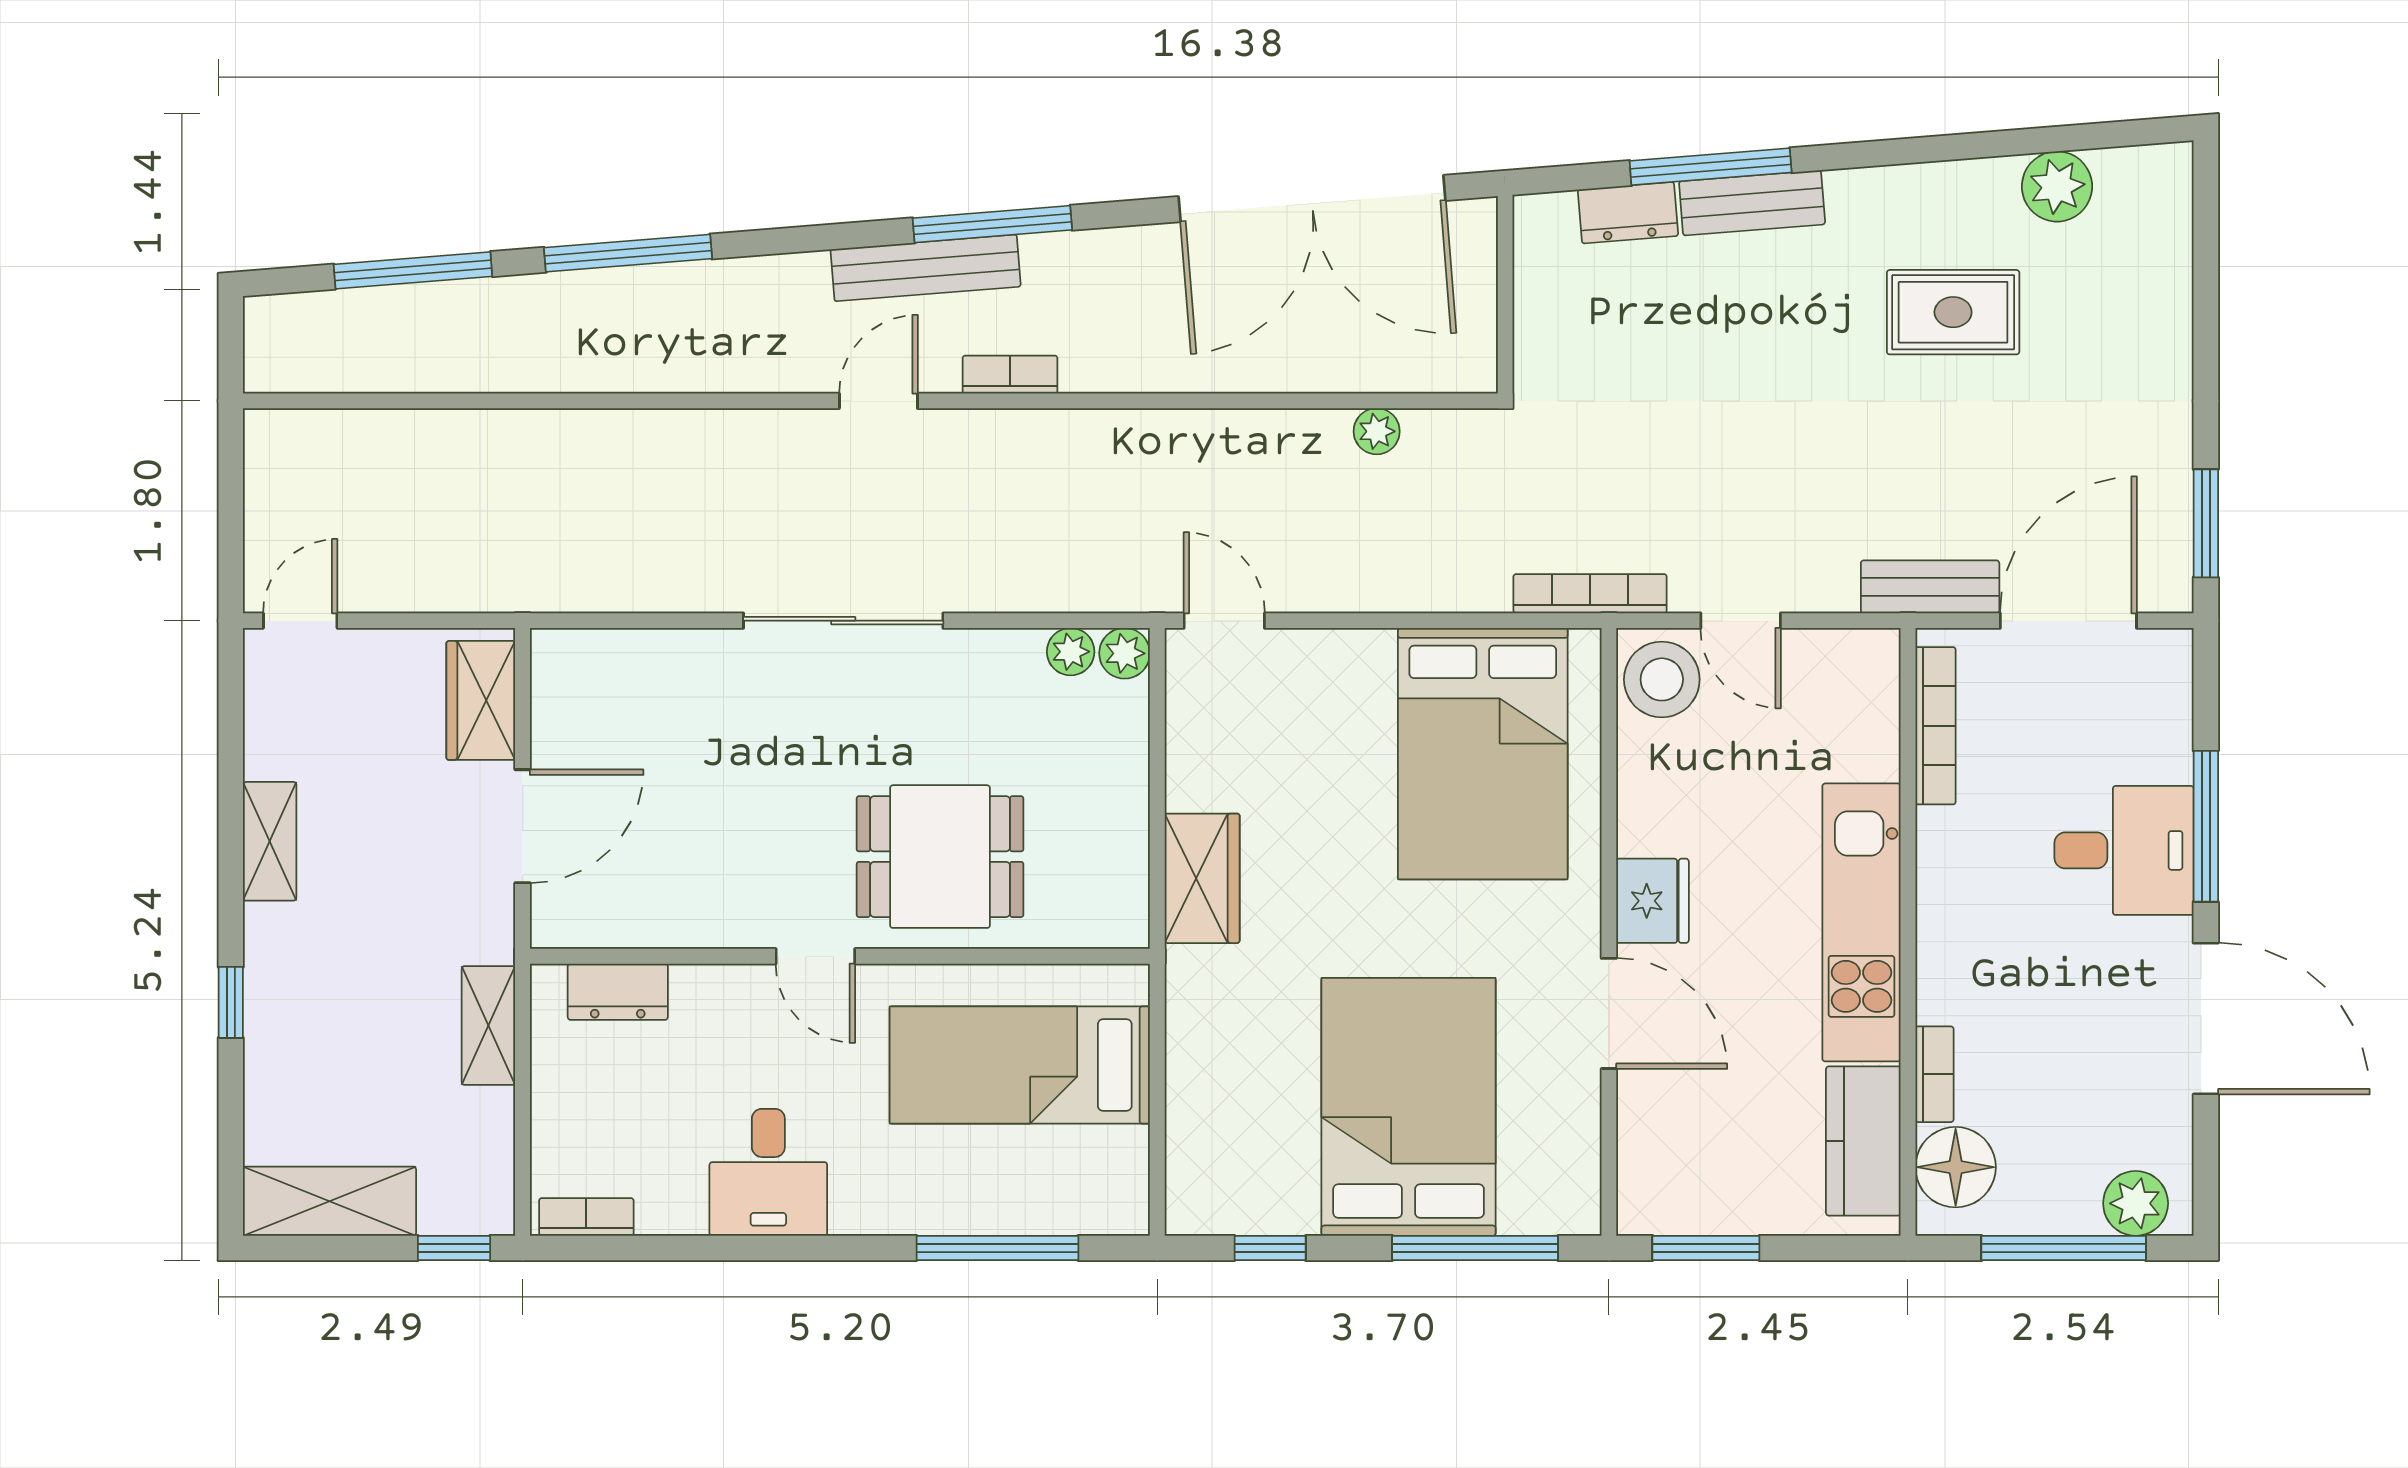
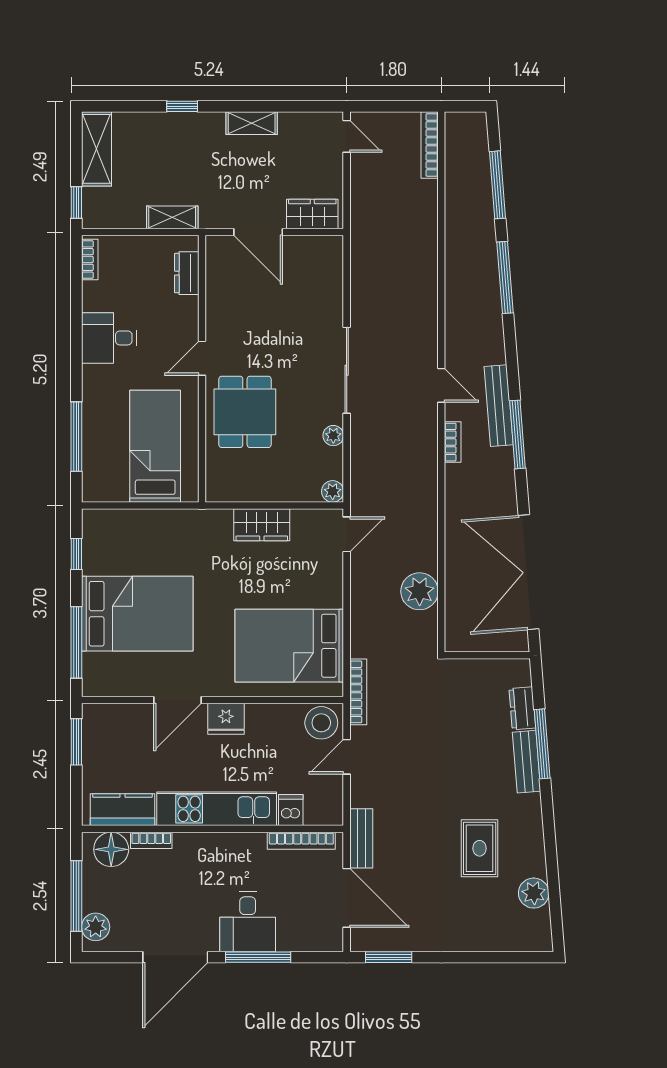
bookcase: (320, 428) -> (430, 145), added
plant: (1377, 431) -> (420, 591), width x1.88, depth x1.88
plant: (1071, 652) -> (333, 436), moved
dishwasher: (1864, 750) -> (291, 810), added
wardrobe: (1202, 878) -> (262, 525), moved

